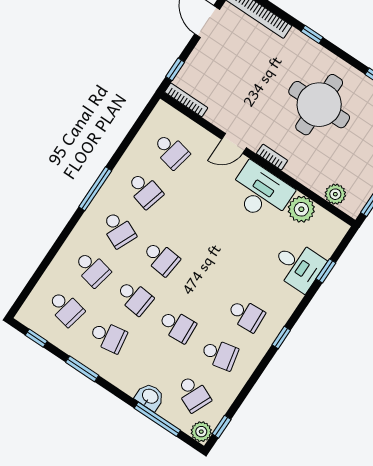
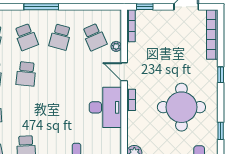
school desk: (171, 151) -> (94, 37), turned -36
plant: (301, 209) -> (116, 46), moved, width x0.53, depth x0.53
school desk: (118, 230) -> (26, 37), turned -45

